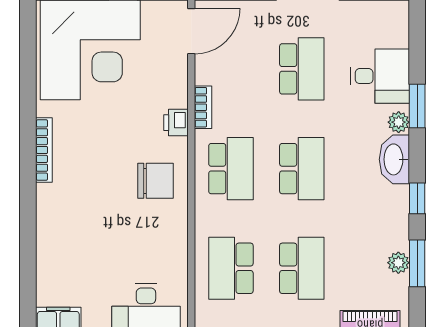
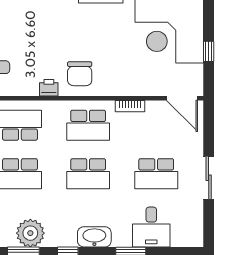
plant: (399, 122) -> (120, 240), removed
printer: (176, 123) -> (49, 88), moved
plant: (398, 263) -> (30, 233), width x1.87, depth x1.87

